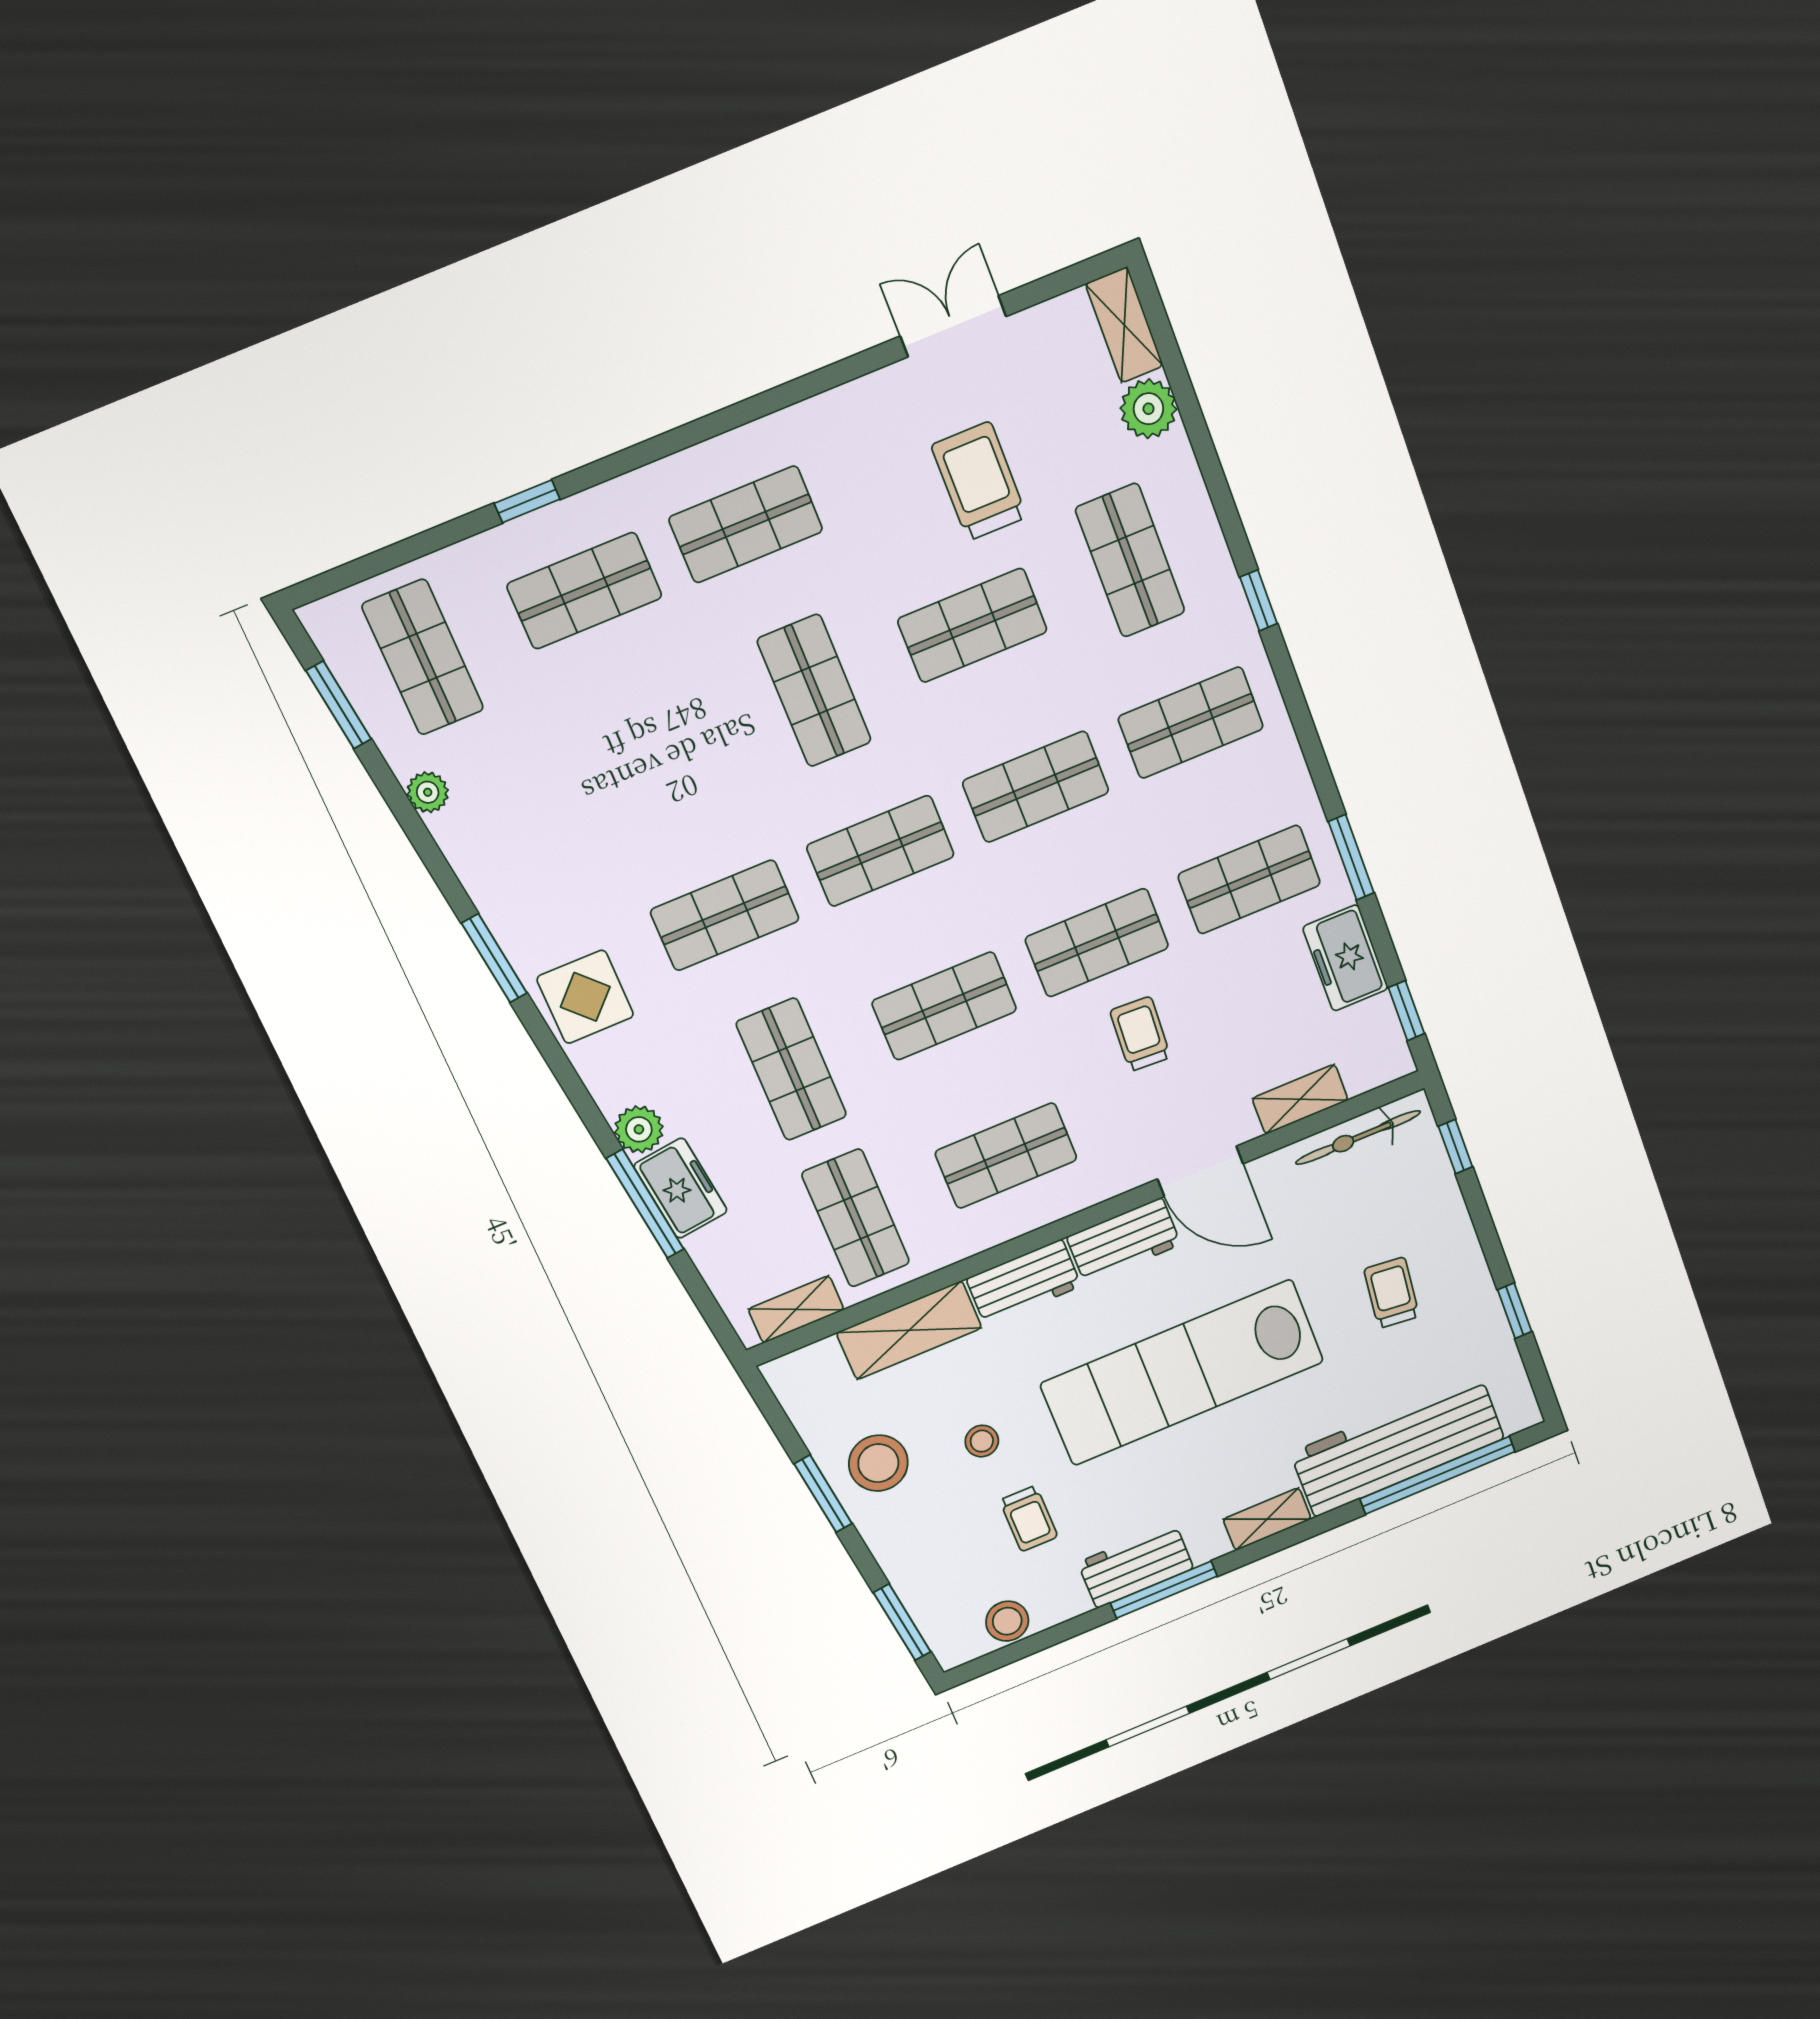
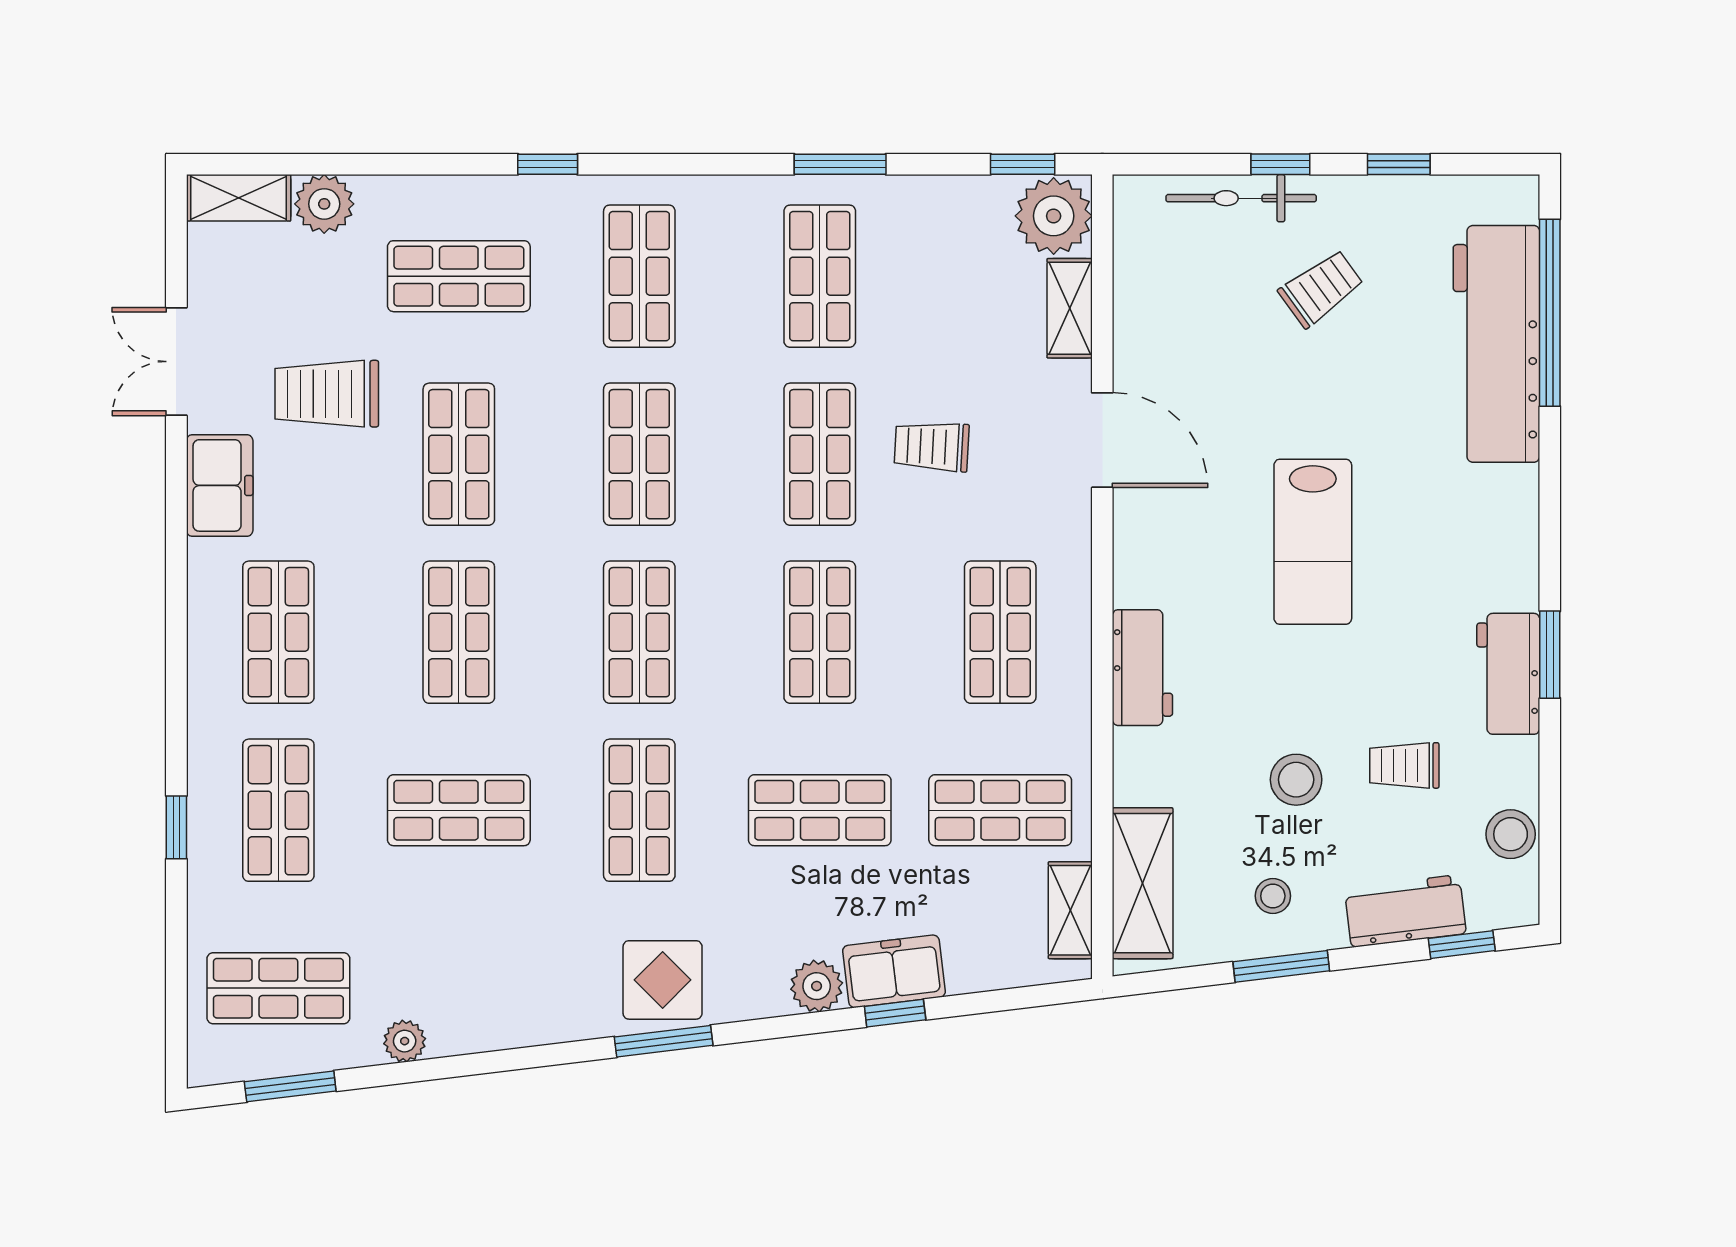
shop shelf: (814, 691) -> (459, 632), turned 90
shop shelf: (656, 756) -> (459, 810), added
window: (494, 958) -> (664, 1041), moved
freezer: (1345, 958) -> (220, 485), moved, turned -90
plant: (1372, 1054) -> (1054, 216), added
bicycle: (1358, 1137) -> (1241, 198), moved, turned 90
window: (1455, 1147) -> (1280, 164), moved
door: (1200, 1171) -> (1102, 440), hinge flipped
window: (645, 1204) -> (895, 1013), width x0.46
workbench: (1124, 1241) -> (1405, 911), moved, turned -97
trolley: (1392, 1293) -> (1321, 288), turned 138
shelving: (909, 1330) -> (1143, 883), moved
lab bench: (1182, 1373) -> (1313, 542), width x0.54, depth x0.72
stool: (982, 1441) -> (1296, 780), width x1.37, depth x1.37
stool: (878, 1463) -> (1273, 896), width x0.53, depth x0.53
trolley: (1029, 1519) -> (1404, 765), turned 180
shelving: (1267, 1519) -> (1518, 514), removed
window: (1164, 1590) -> (1550, 655), width x0.69
window: (902, 1622) -> (1462, 945), width x0.67

